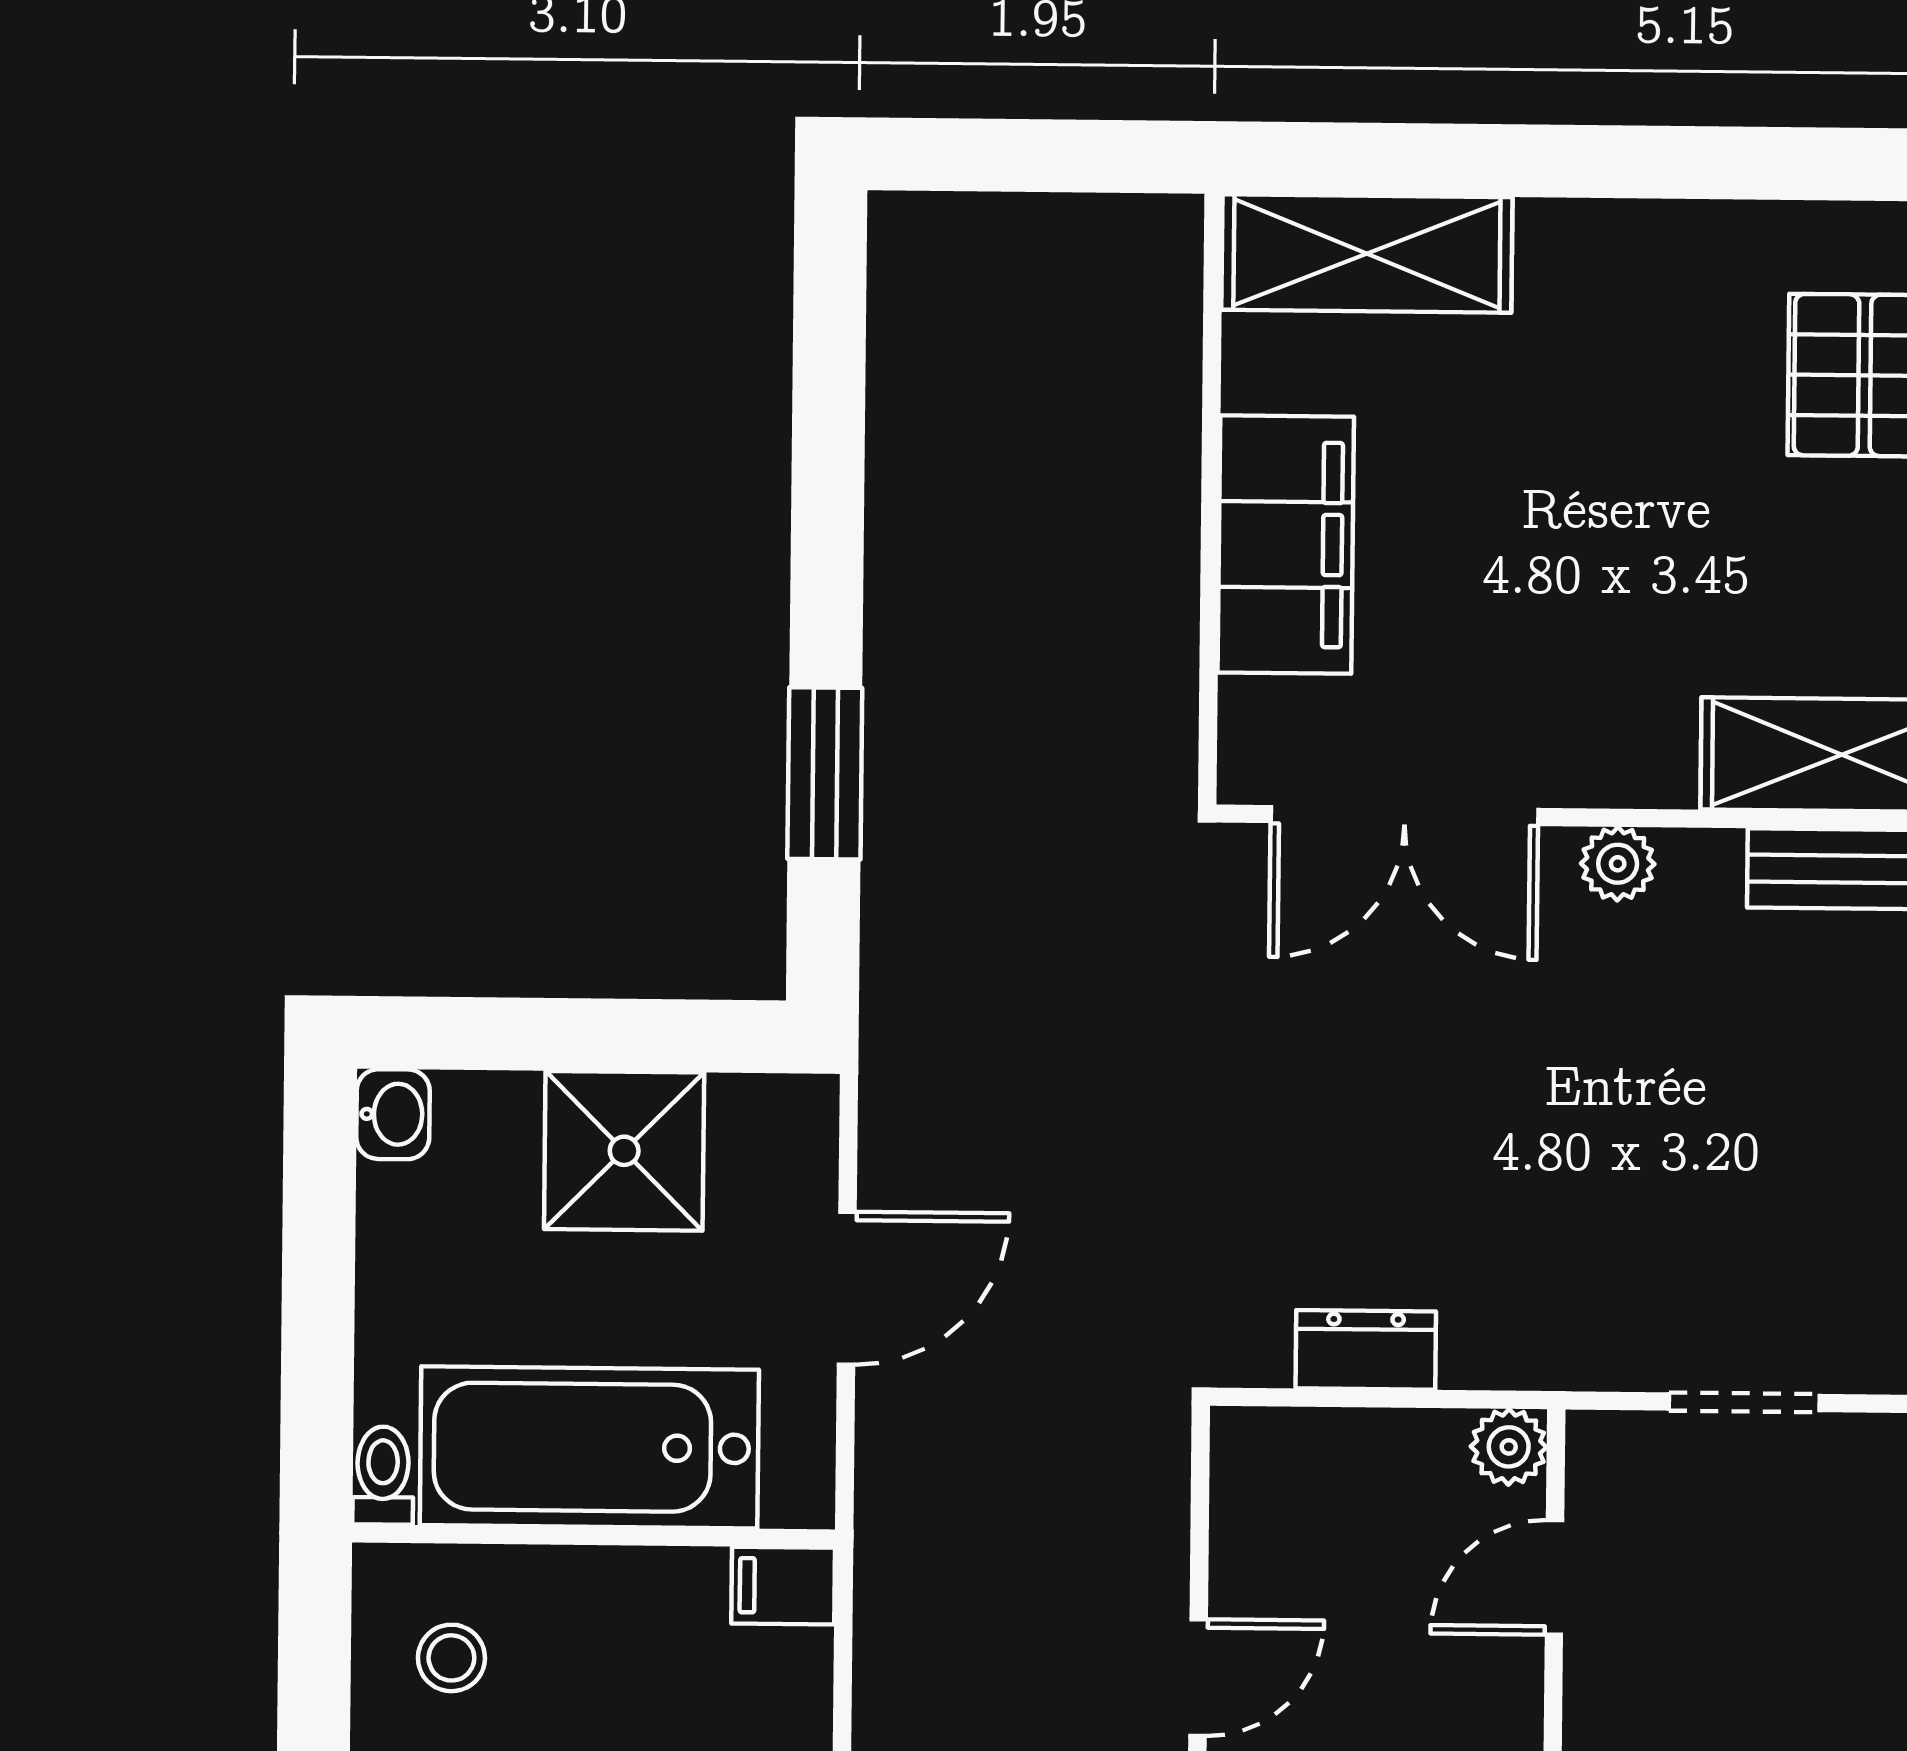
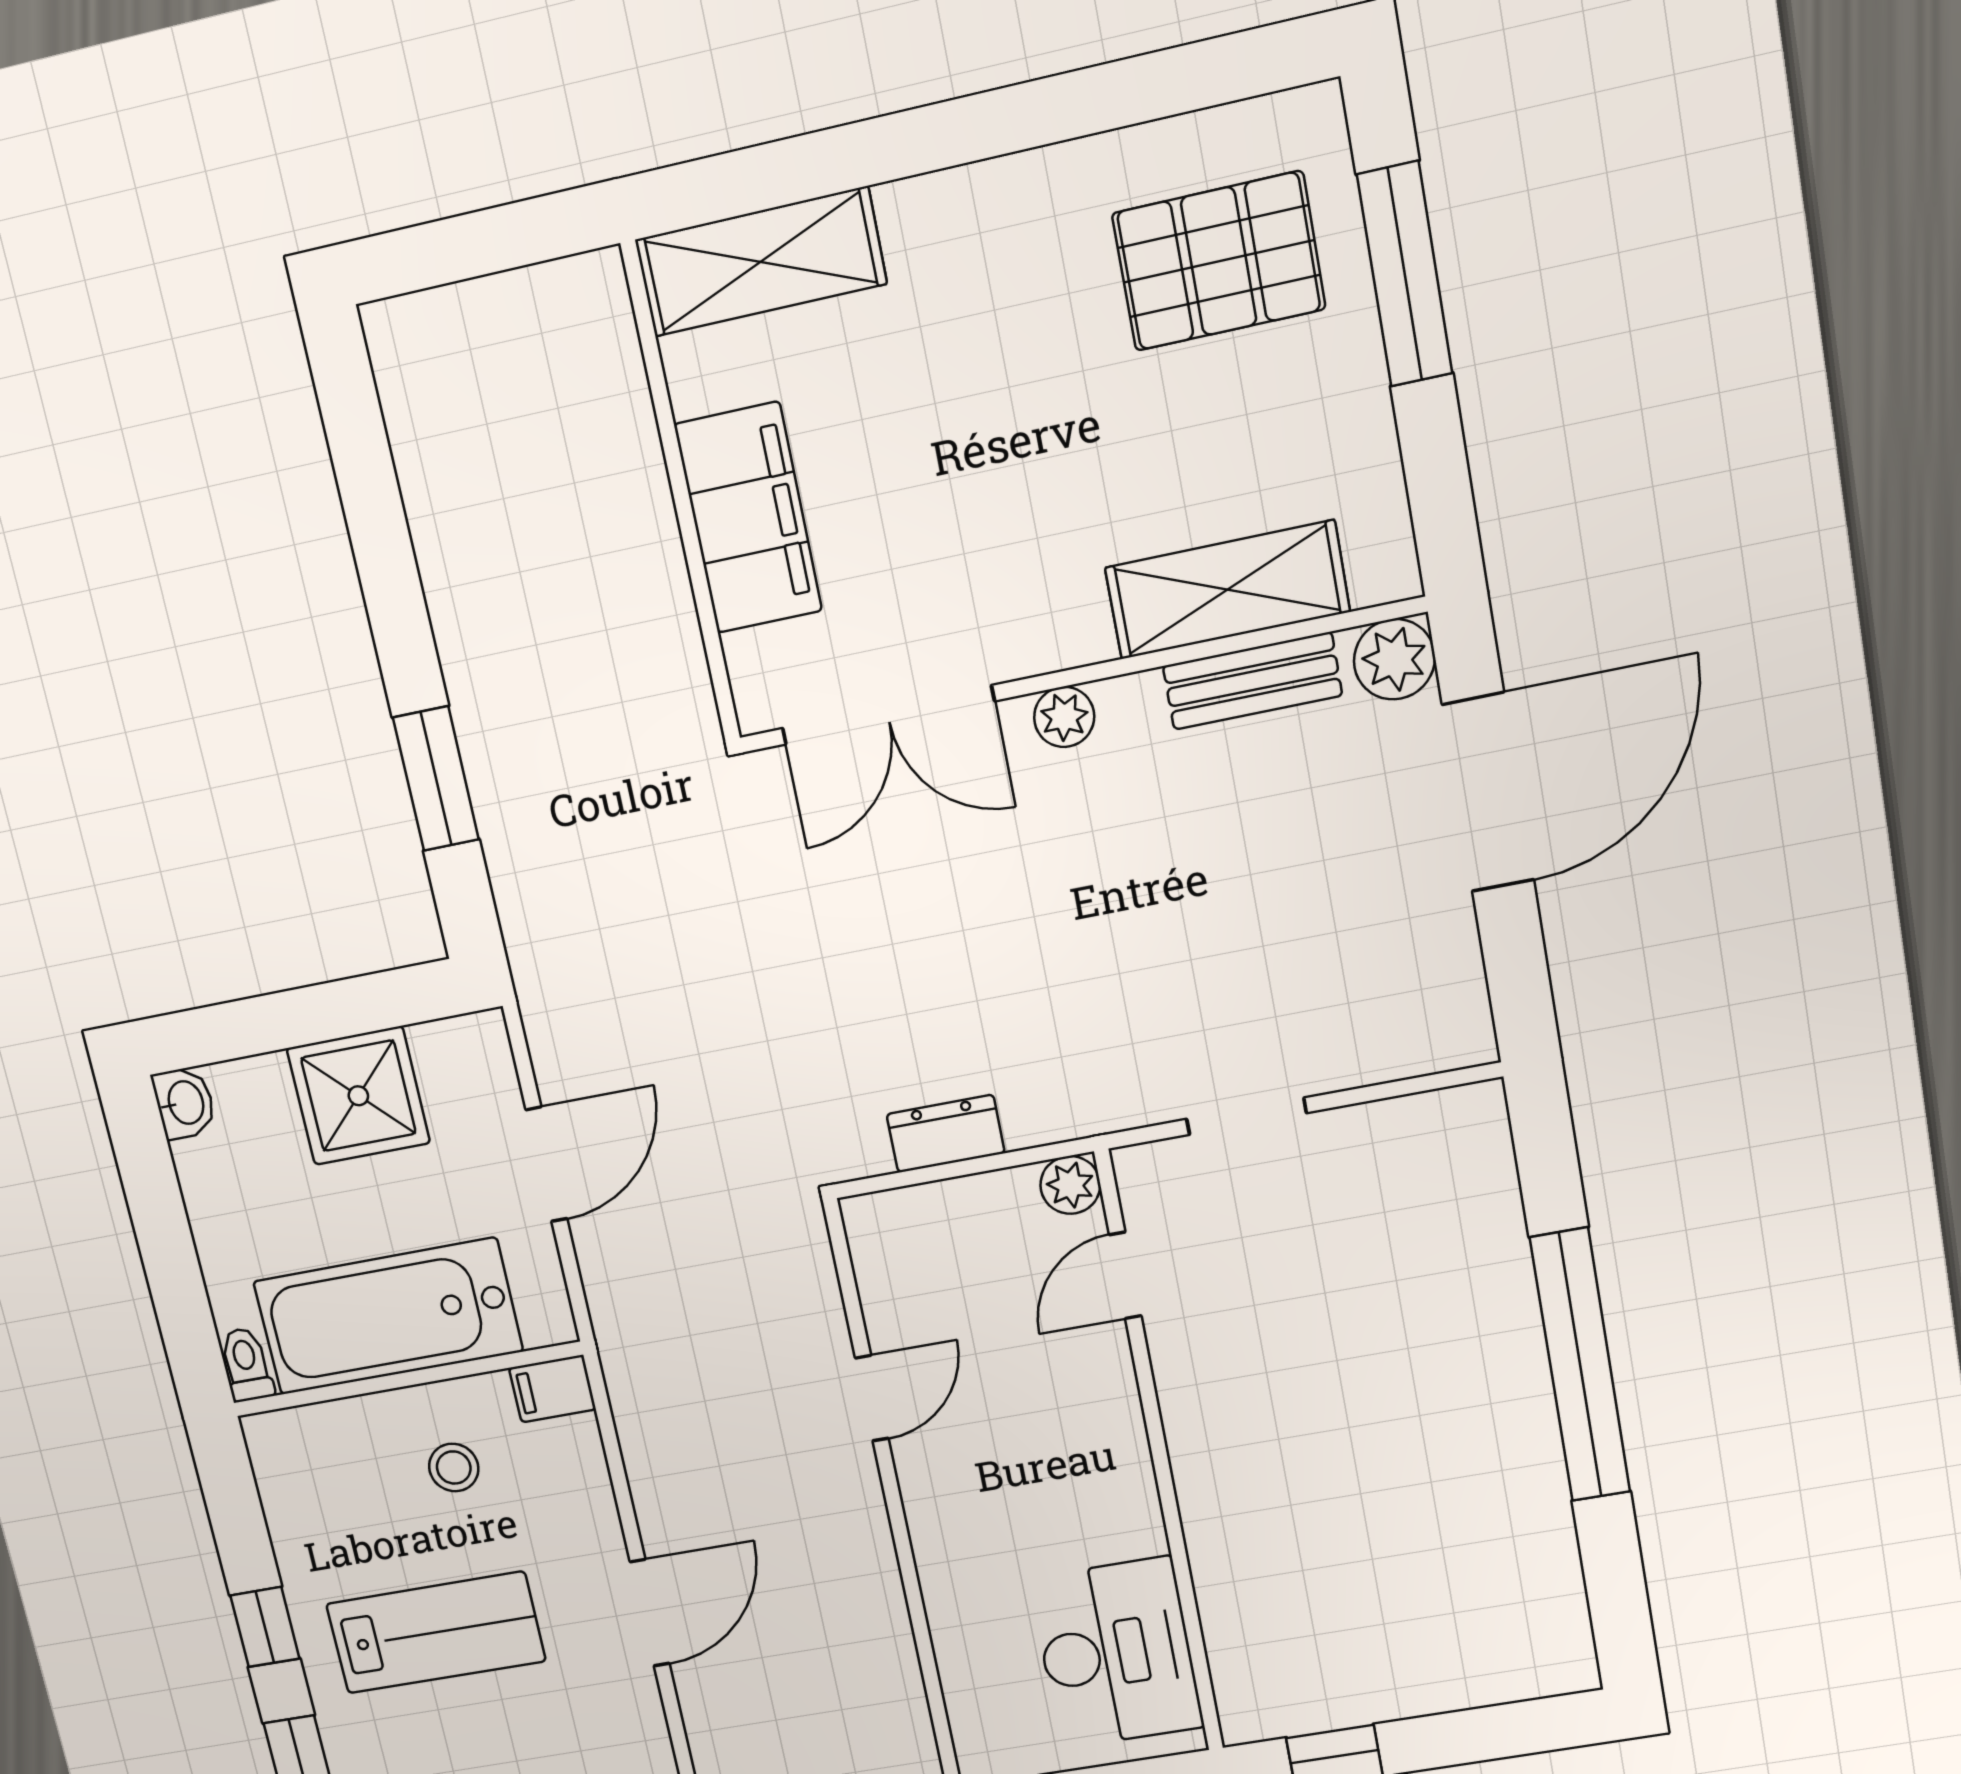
stool: (451, 1658) -> (454, 1467), moved

